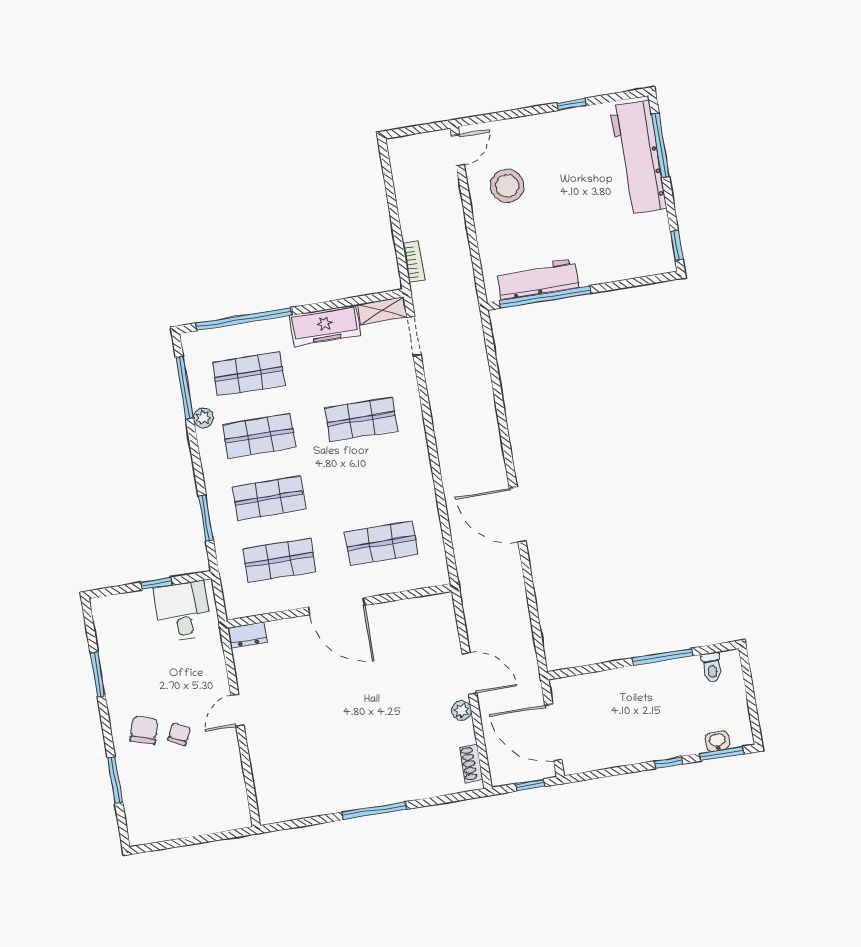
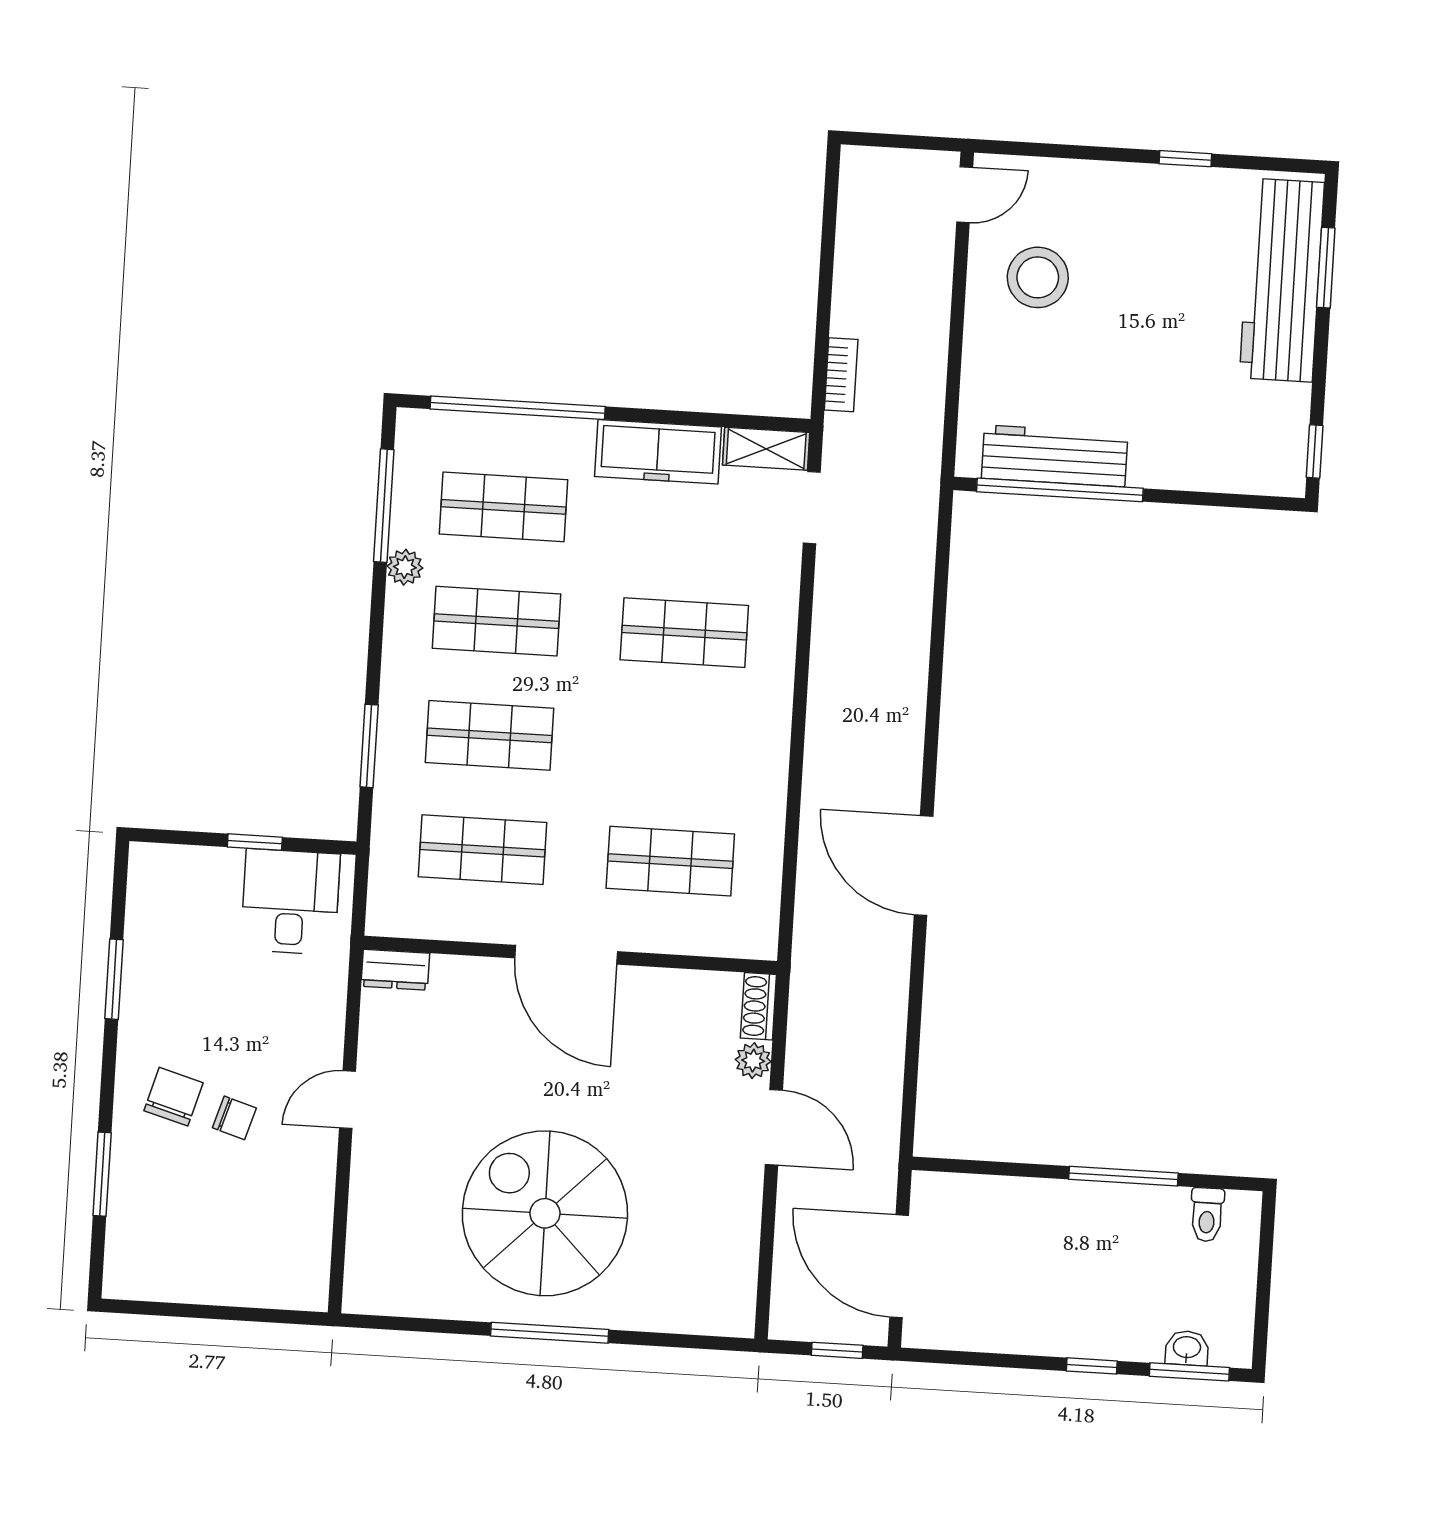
window: (660, 145) -> (1326, 268), width x0.69
plant: (462, 710) -> (753, 1061), moved
chair: (179, 734) -> (234, 1118), turned 80
spiral stairs: (357, 747) -> (545, 1213), added
shoe rack: (471, 763) -> (758, 1006), moved

